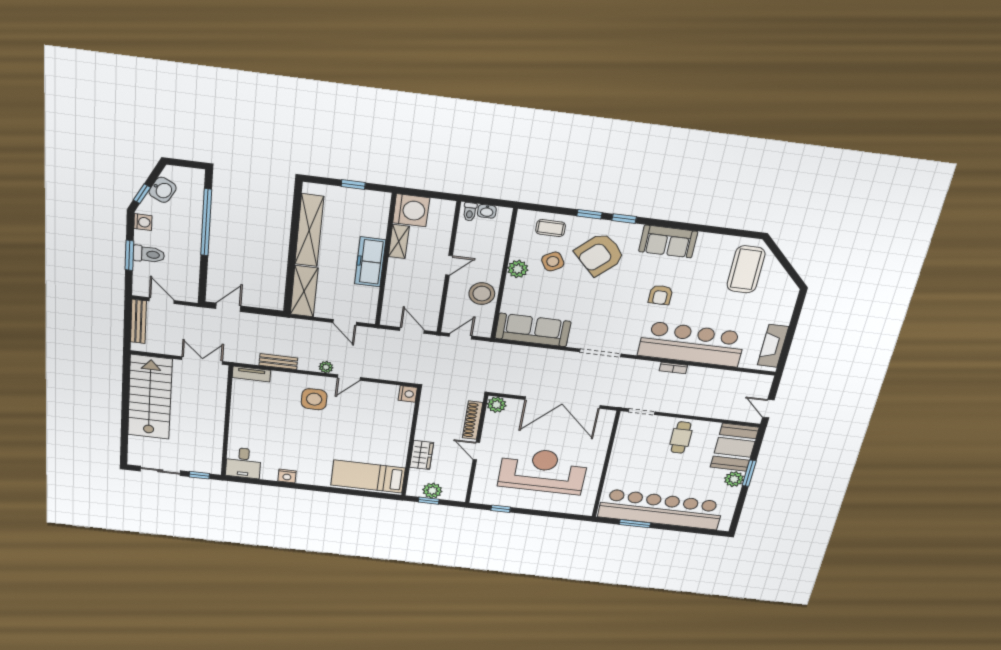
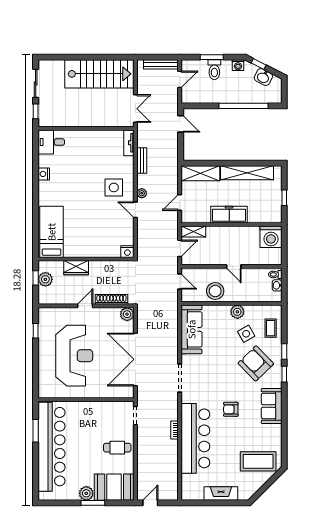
shelving: (399, 242) -> (193, 231), moved
fireplace: (773, 346) -> (221, 494), moved

